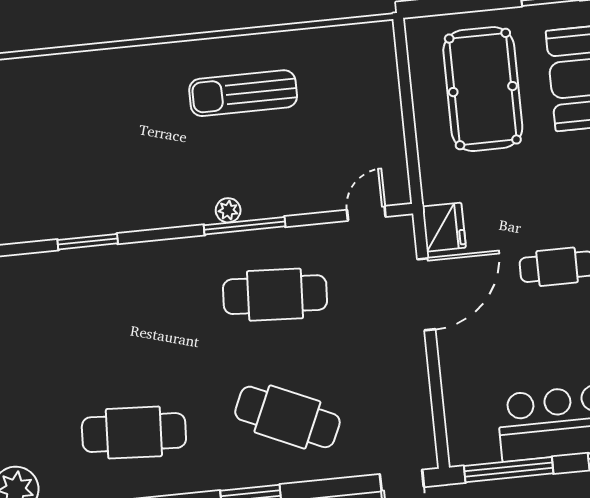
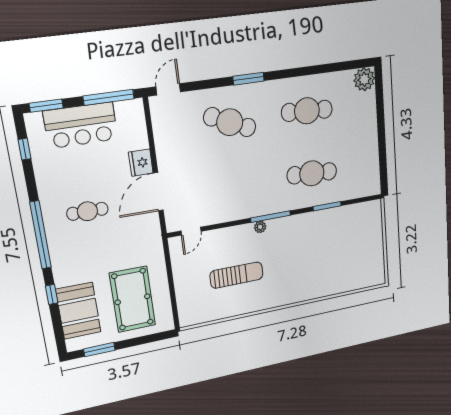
sun lounger: (243, 93) -> (237, 275), moved
window: (245, 226) -> (271, 217), moved
fridge: (444, 227) -> (141, 163), moved
cafe table: (275, 295) -> (312, 173), moved

